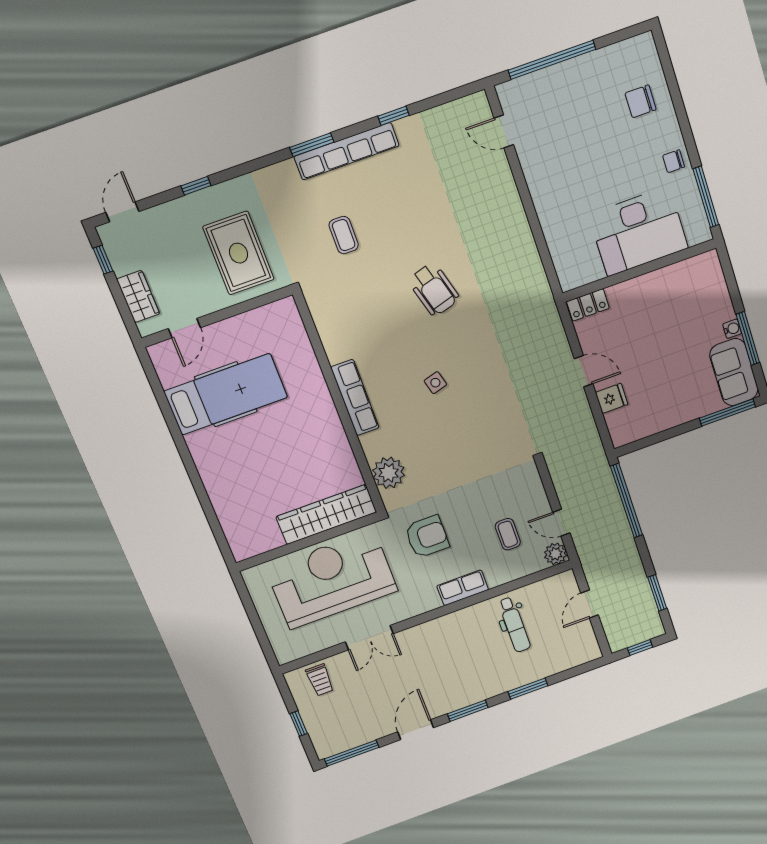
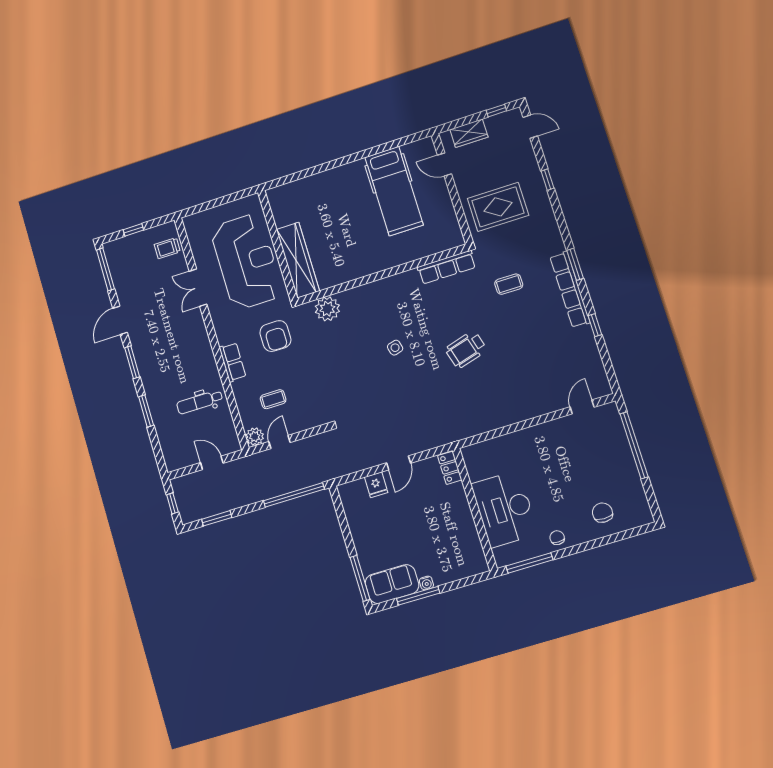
row of seats: (355, 398) -> (447, 267), moved
door: (416, 730) -> (120, 320), swing flipped

